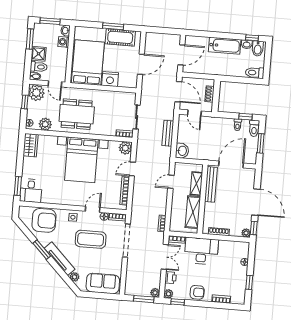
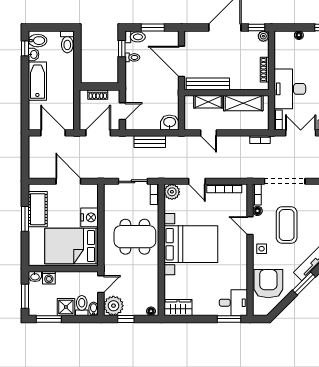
dining table: (77, 114) -> (135, 237), moved, turned 90
plant: (45, 124) -> (151, 292), removed

